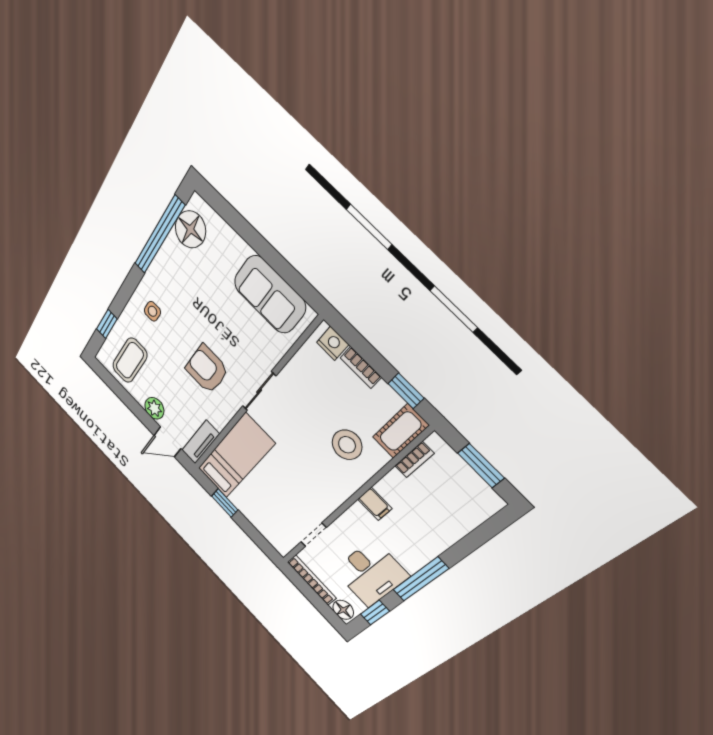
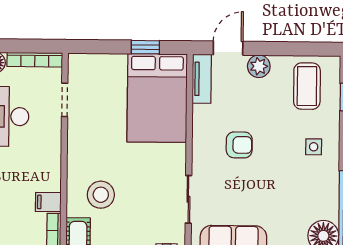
armchair: (207, 369) -> (239, 145), width x0.72, depth x0.72
sliding door: (259, 391) -> (188, 199), moved
bed: (236, 456) -> (157, 98), width x1.50
filing cabinet: (375, 504) -> (48, 202), moved

